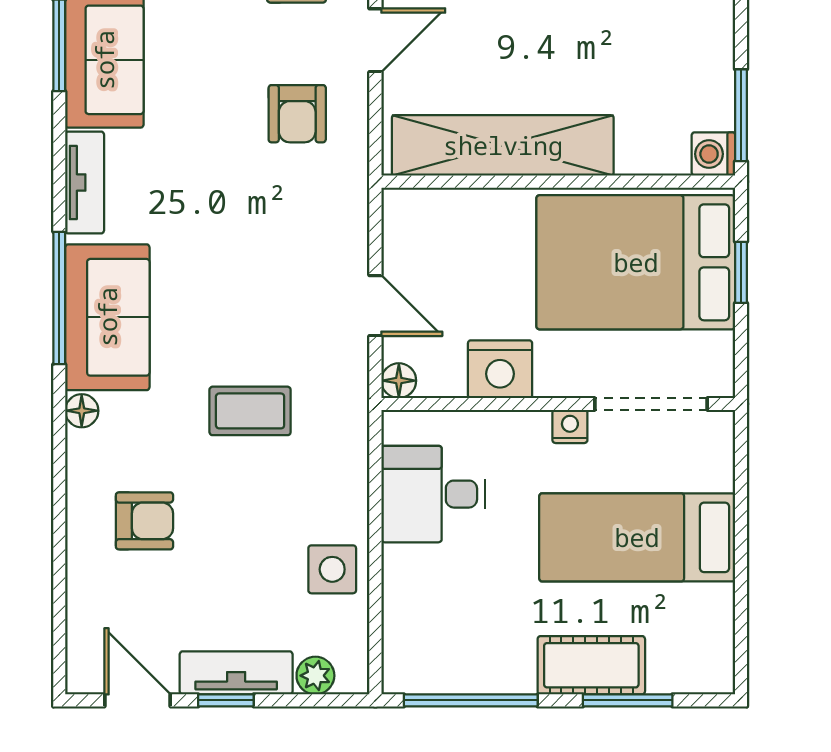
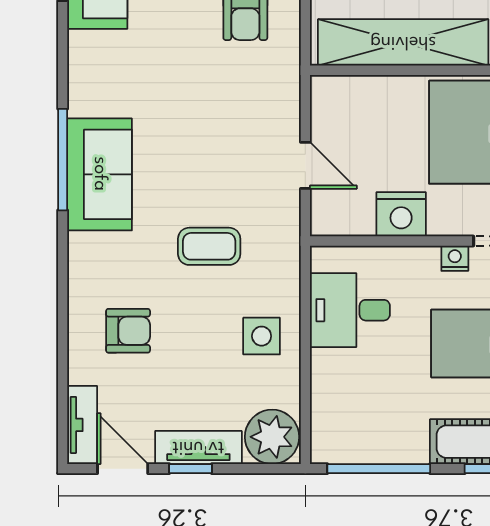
tv unit: (85, 183) -> (82, 425), moved
floor lamp: (399, 381) -> (323, 223), removed
floor lamp: (82, 411) -> (80, 246), removed
side table: (332, 569) -> (262, 336), moved
plant: (315, 676) -> (272, 437), width x1.87, depth x1.87

